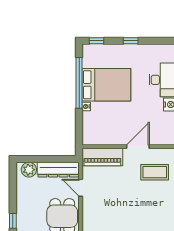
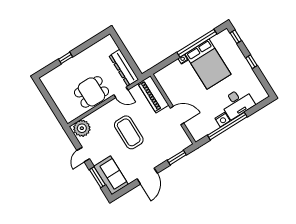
plant: (29, 170) -> (110, 46), removed
coffee table: (155, 172) -> (129, 132), moved, width x1.36, depth x1.32
door: (81, 188) -> (121, 92), swing flipped

